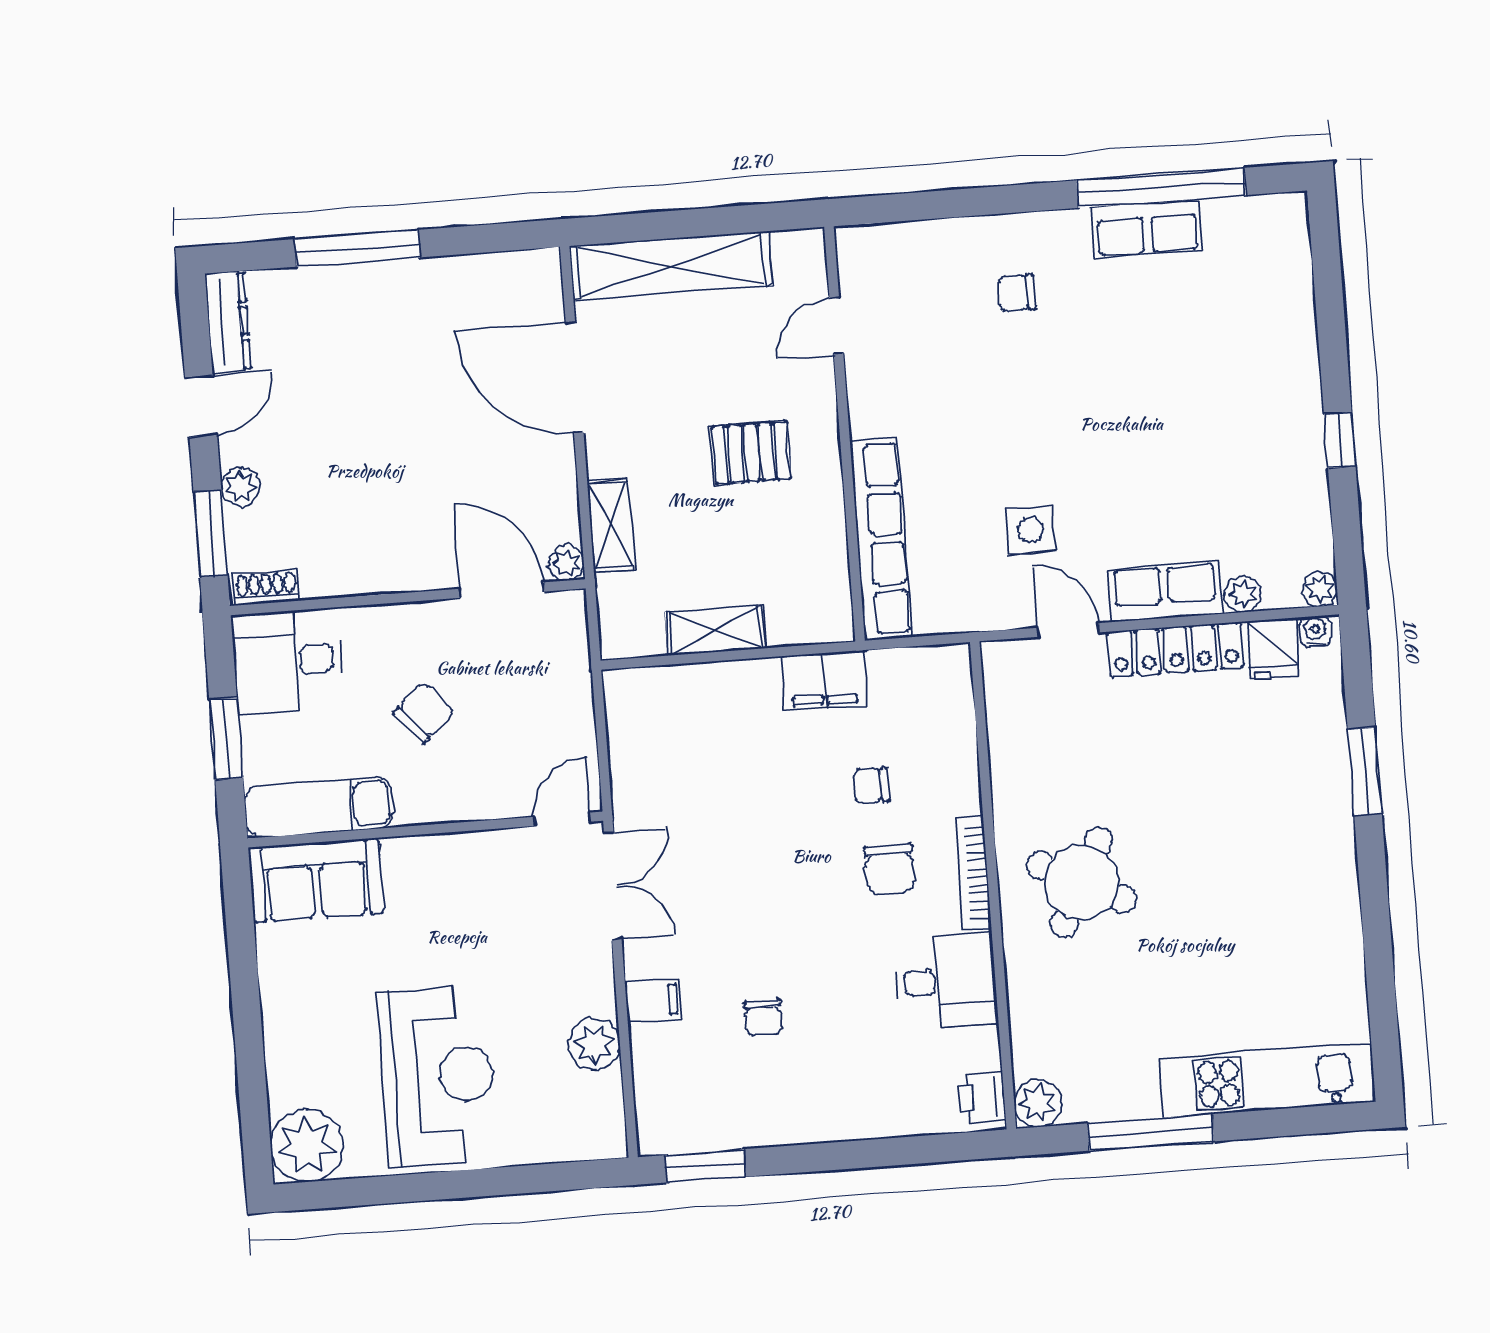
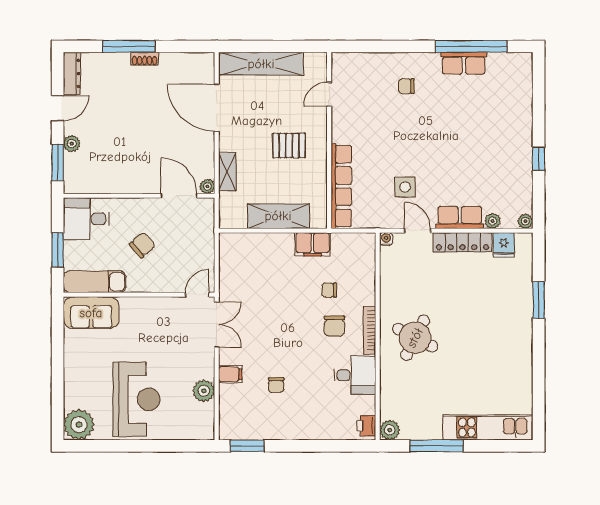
shoe rack: (266, 588) -> (145, 59), moved, turned 180
shelving: (715, 630) -> (278, 216), width x1.50, depth x1.33
water cooler: (1315, 631) -> (386, 239), moved

